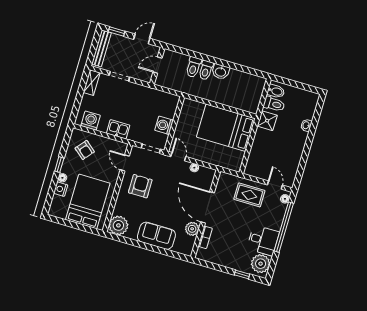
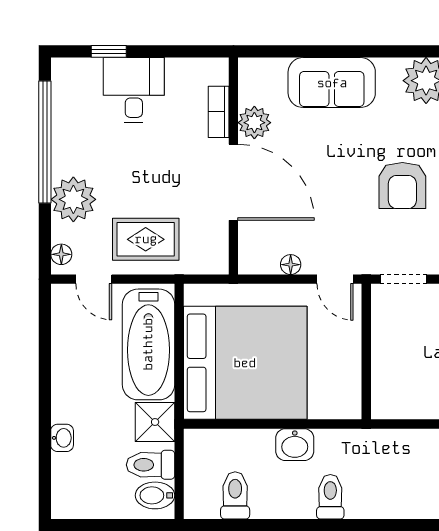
toilet: (193, 67) -> (235, 495), moved
washbasin: (221, 72) -> (295, 445), moved, turned 180
washing machine: (164, 125) -> (389, 341), removed
bed: (226, 128) -> (245, 363), width x1.36
bathtub: (261, 152) -> (148, 344), added
window: (284, 227) -> (45, 142), moved
desk: (263, 240) -> (134, 90), moved, turned 90
plant: (261, 264) -> (73, 199), moved

